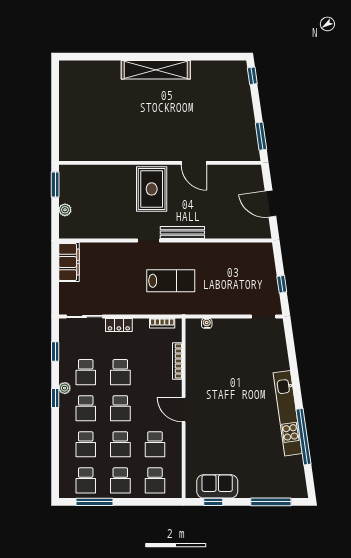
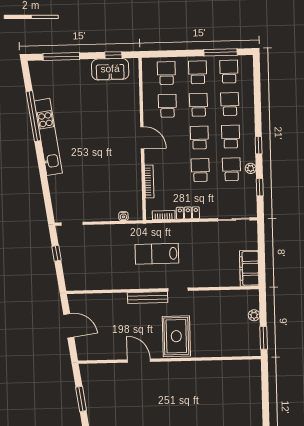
window: (261, 136) -> (81, 399), moved
locker: (119, 325) -> (188, 213), moved
plant: (65, 388) -> (251, 168), moved

